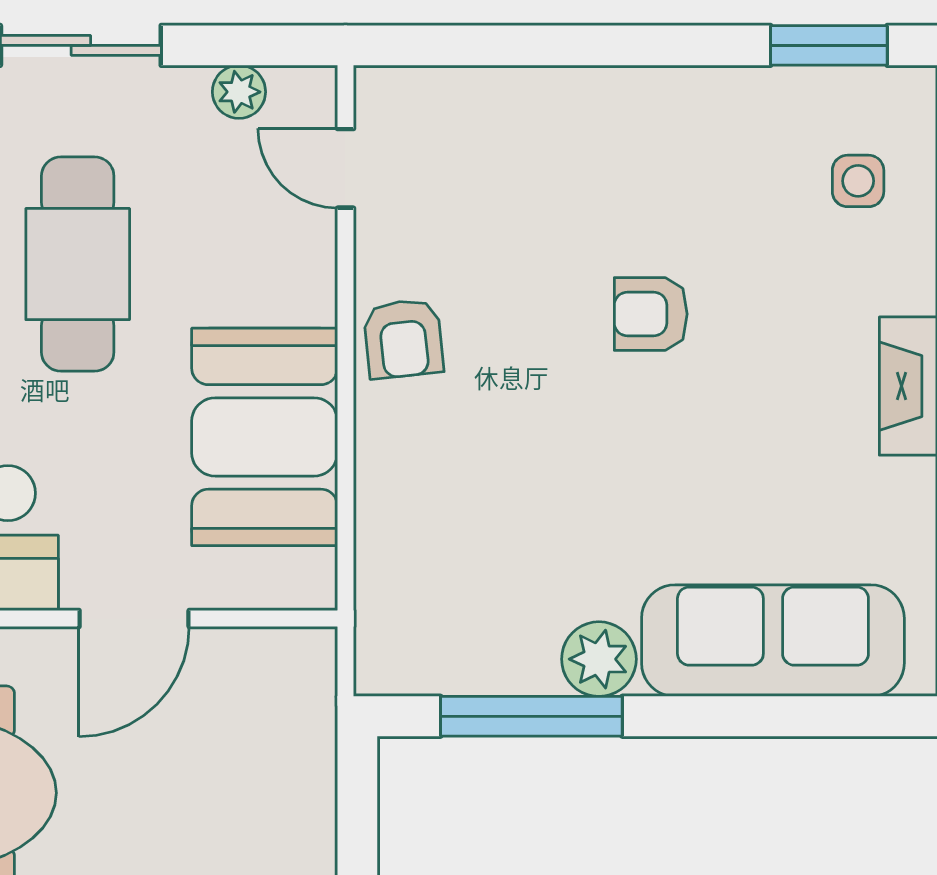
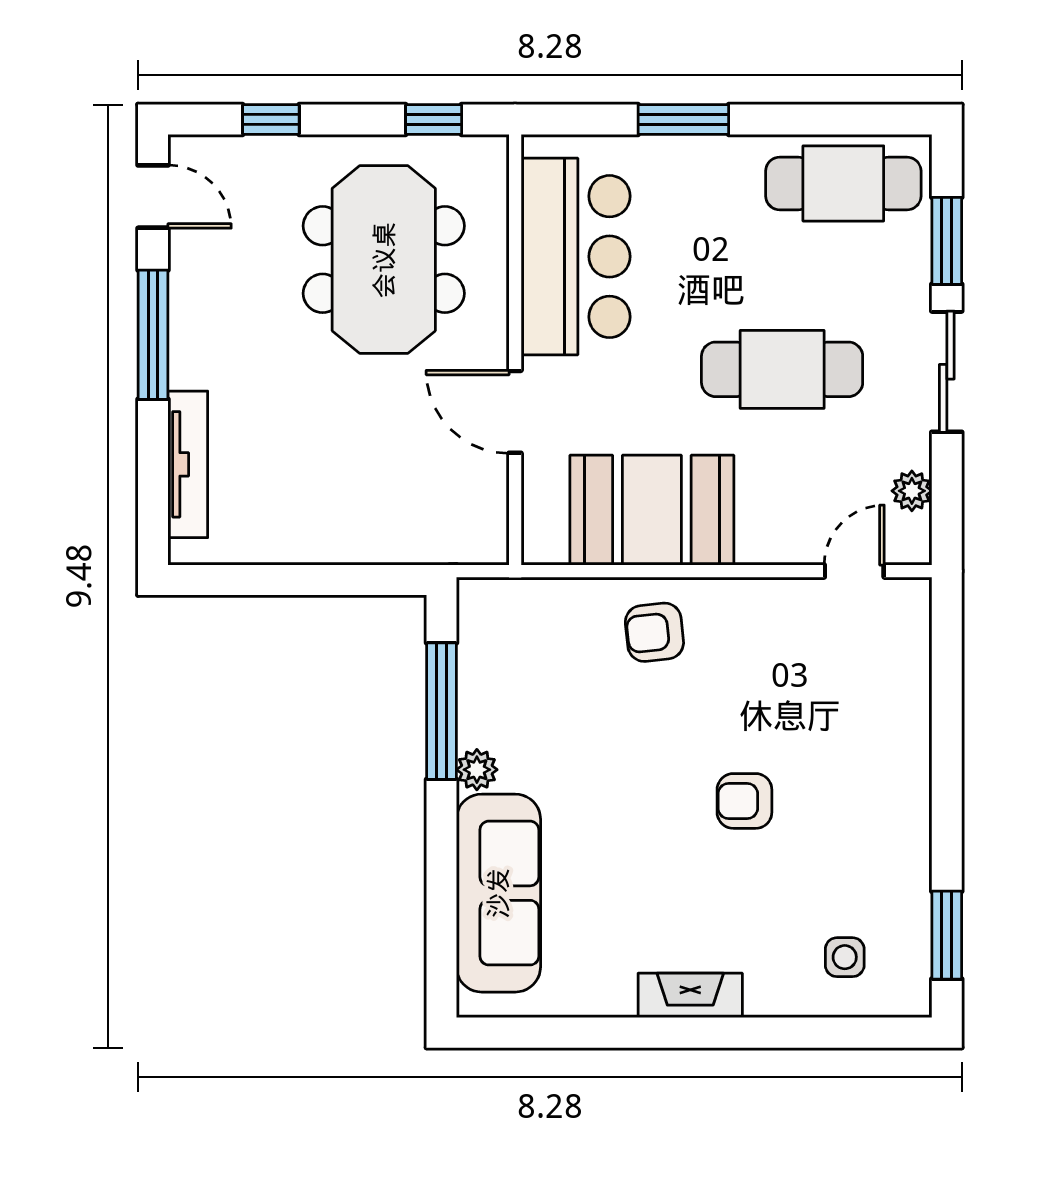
armchair: (651, 314) -> (744, 801), turned -90
armchair: (403, 339) -> (654, 632), moved
plant: (599, 659) -> (477, 770), width x0.73, depth x0.73

